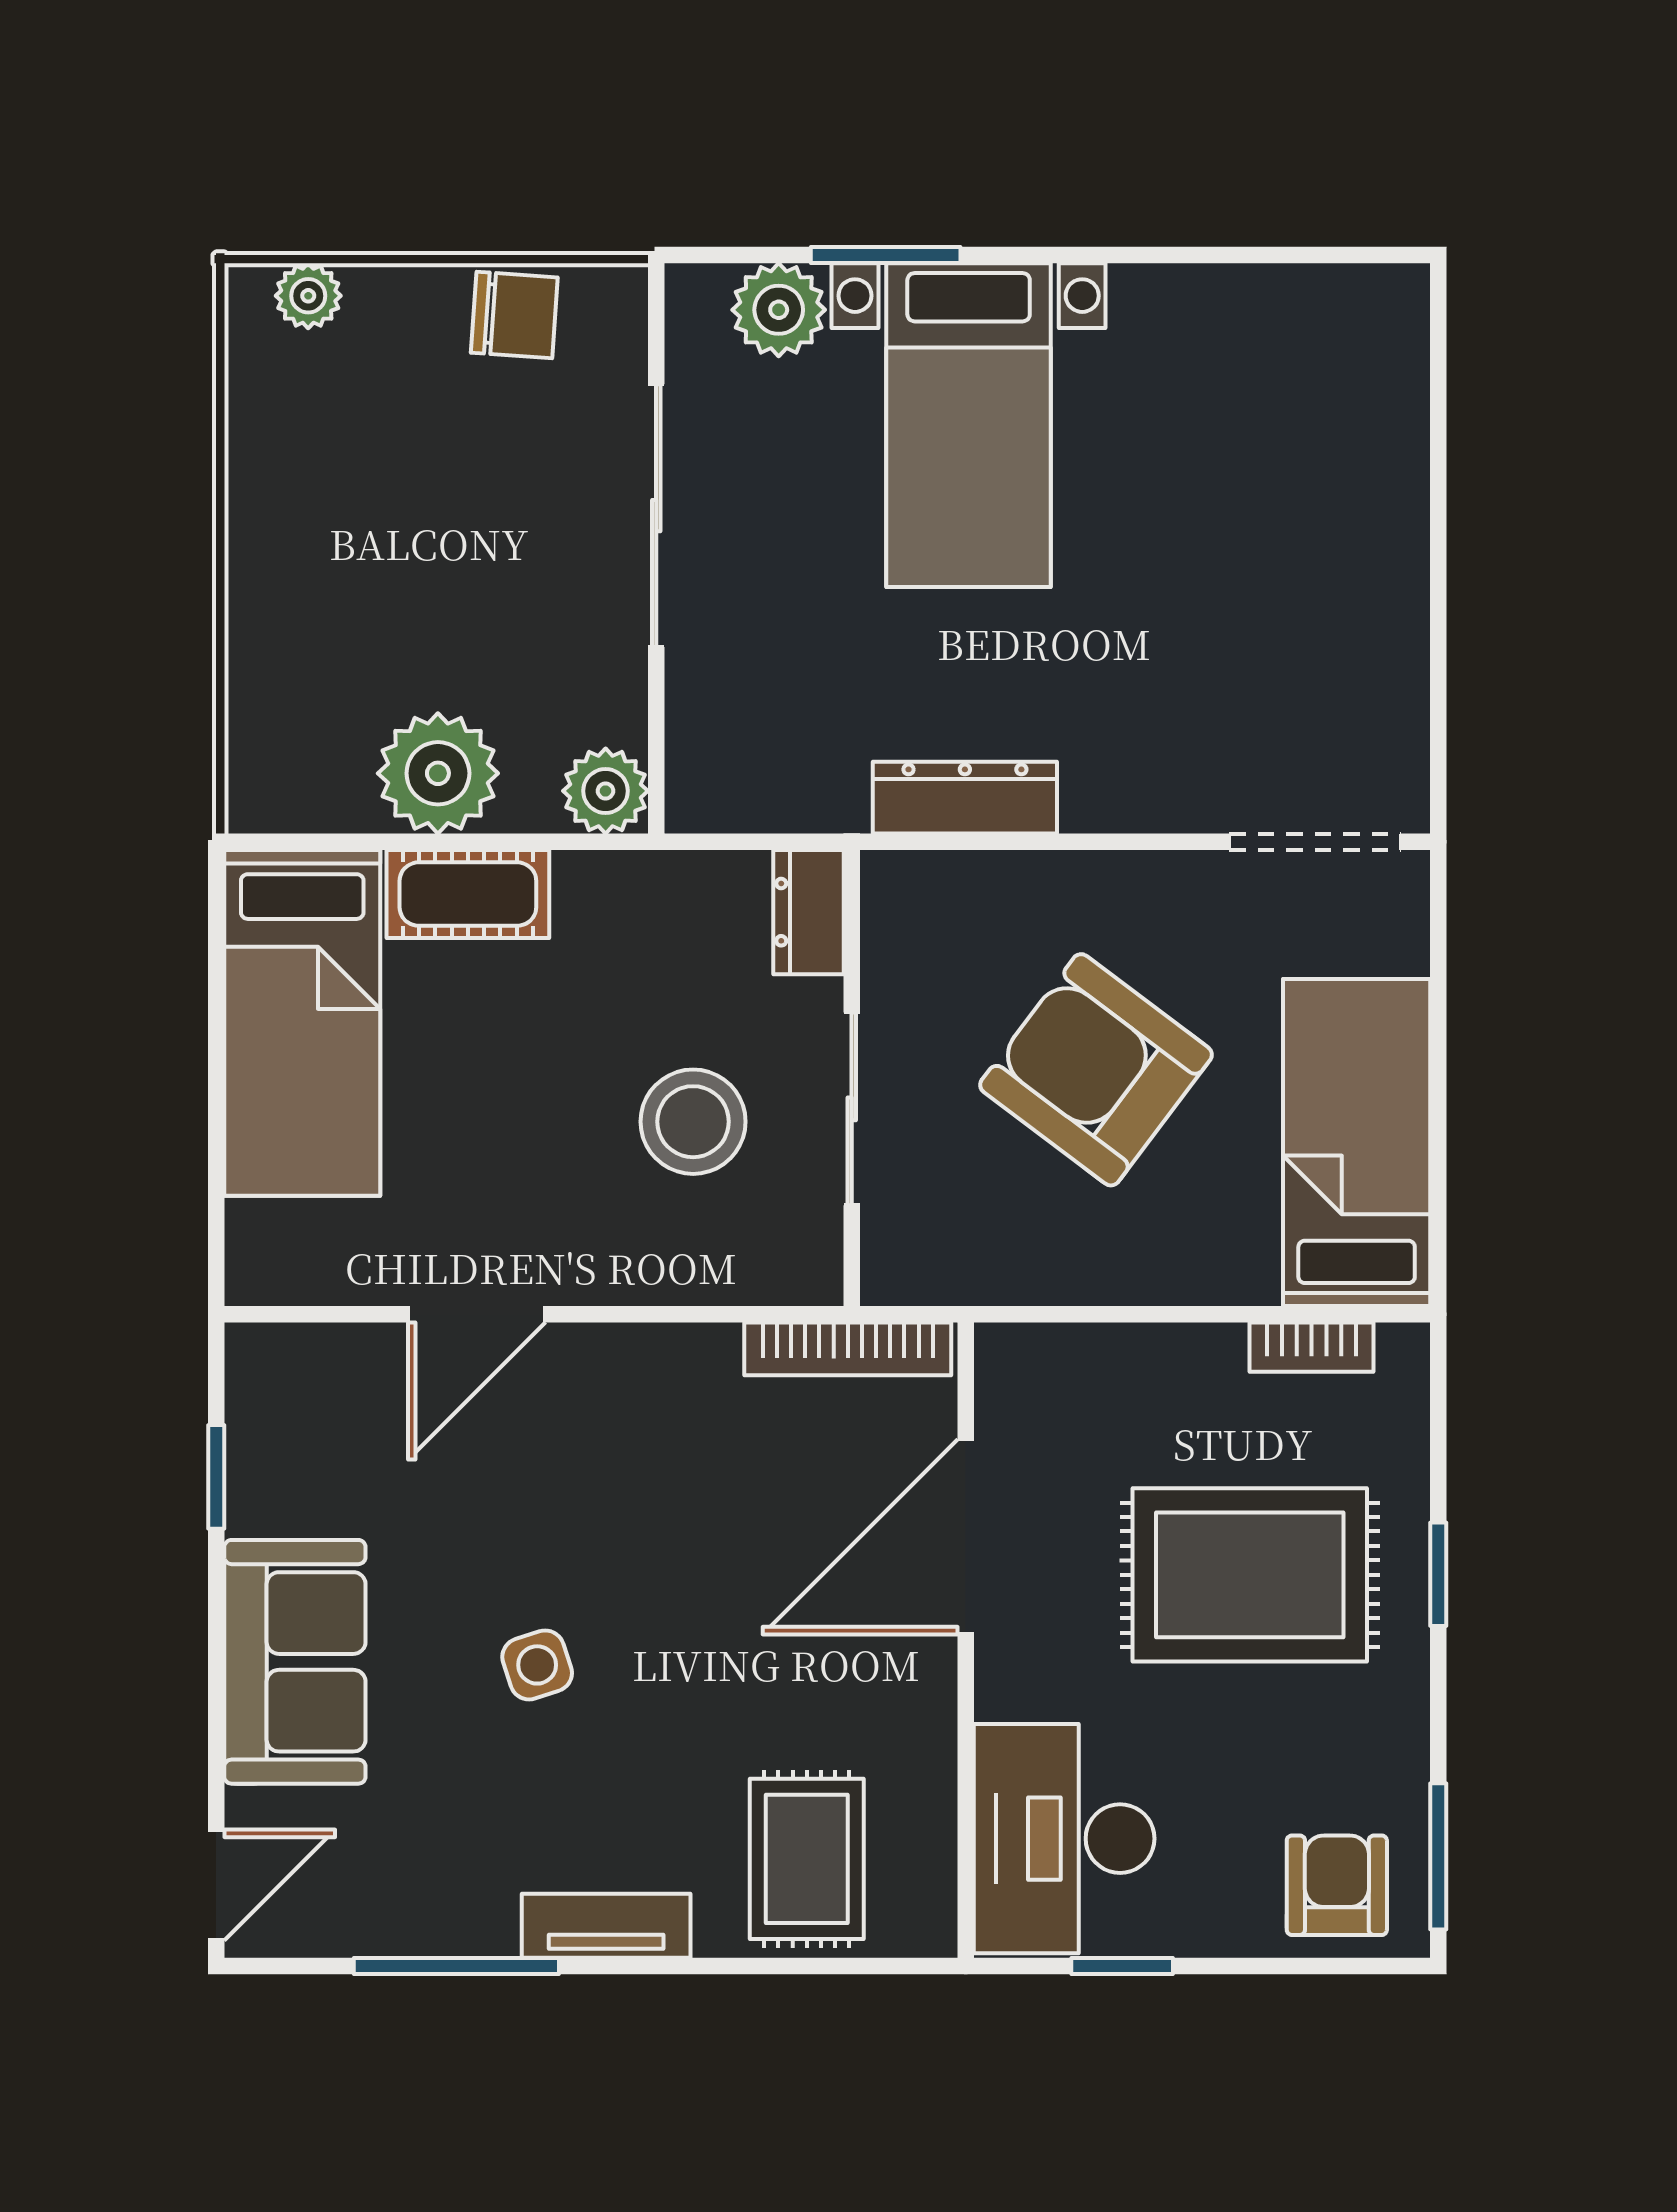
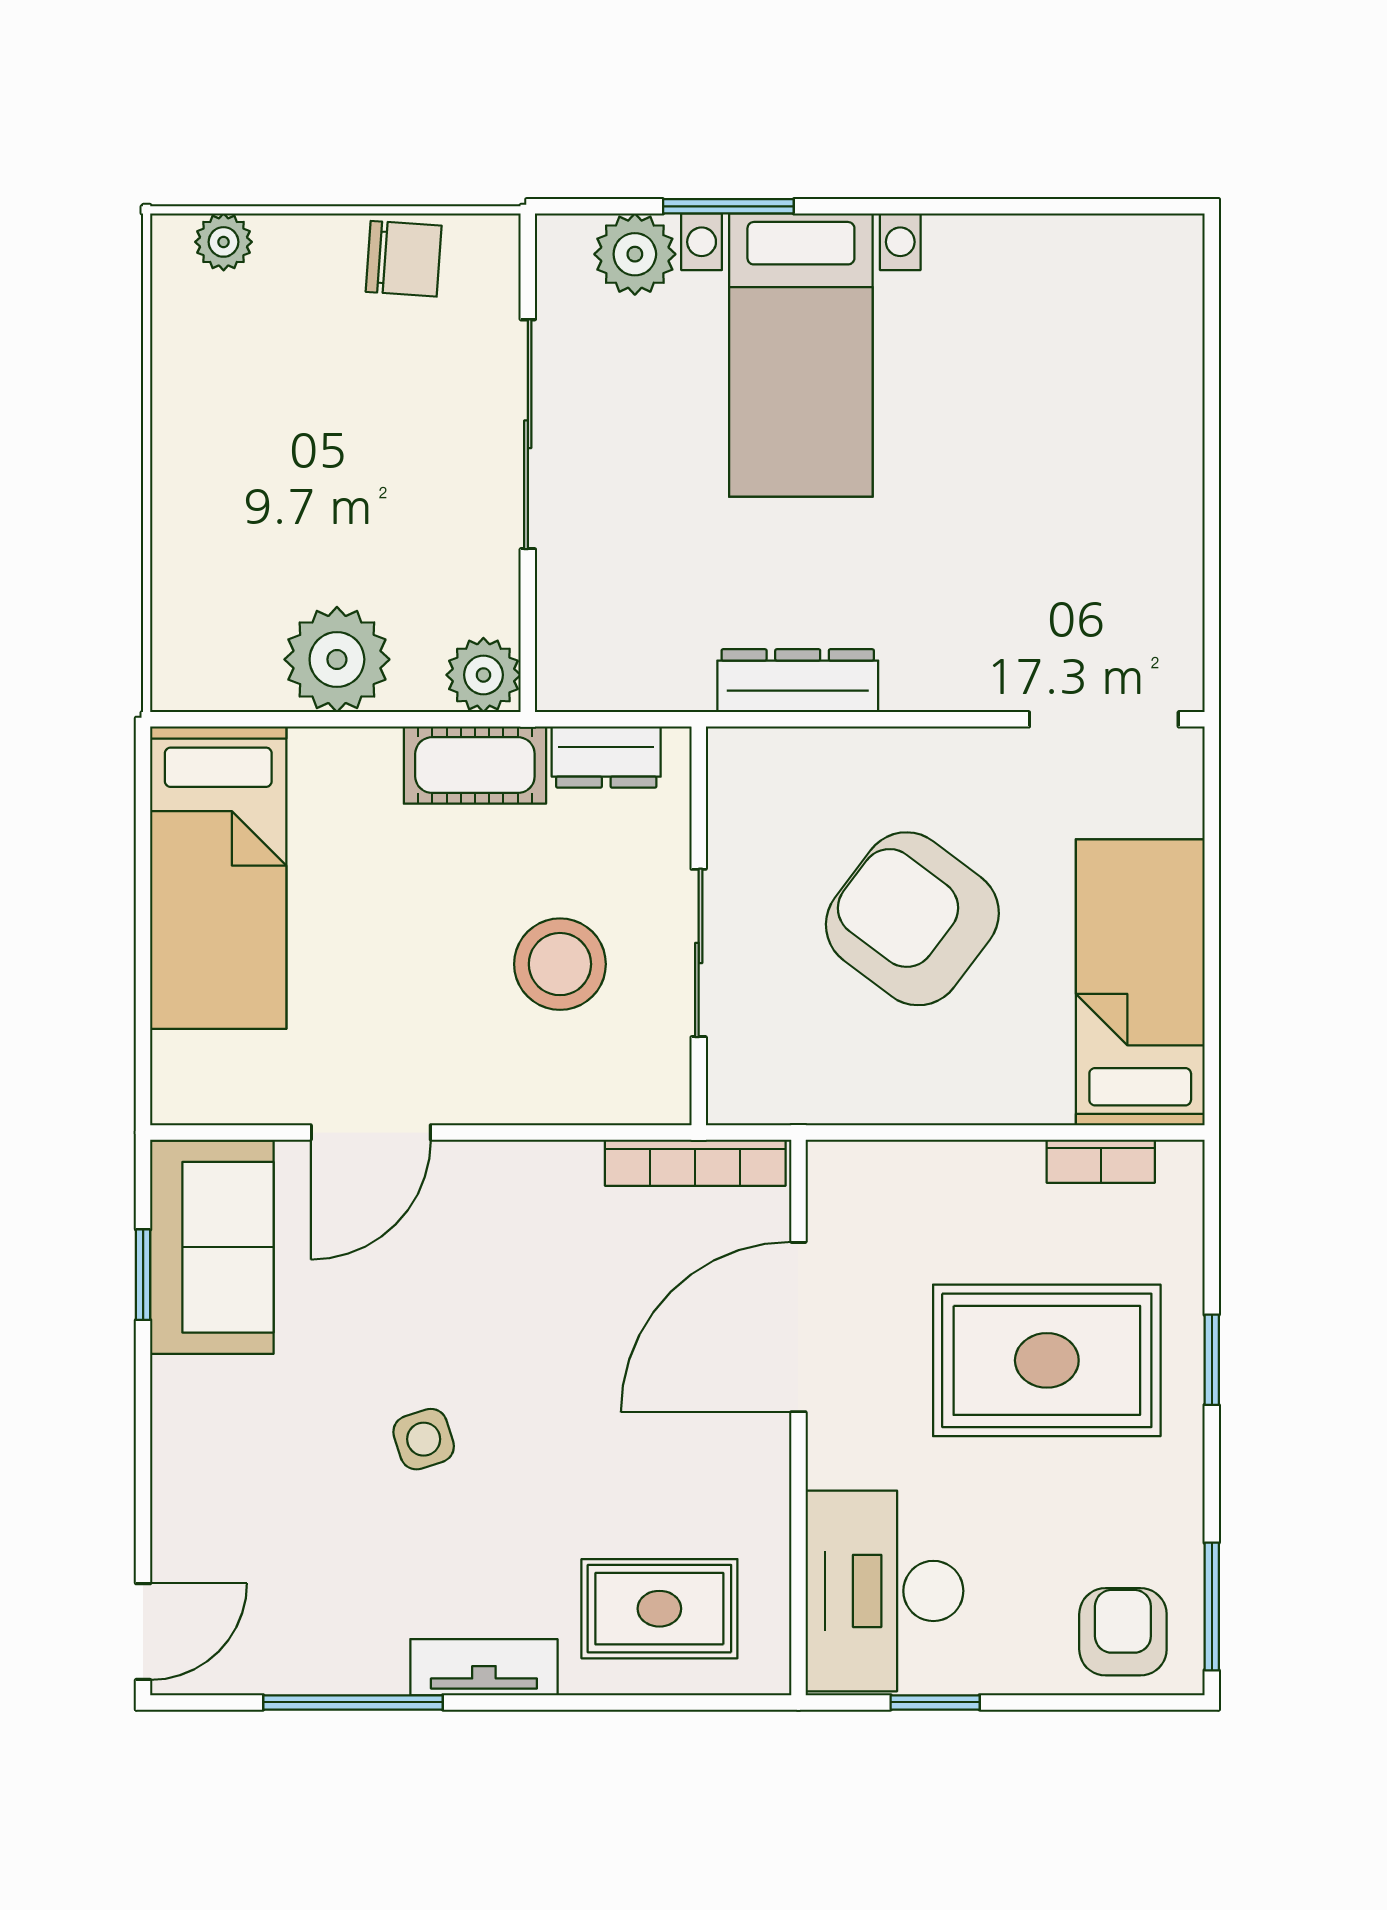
cot: (468, 894) -> (475, 765), moved
dresser: (809, 912) -> (606, 757), moved, turned -90
sofa: (295, 1662) -> (212, 1247), moved
rug: (807, 1859) -> (659, 1609), turned 90

